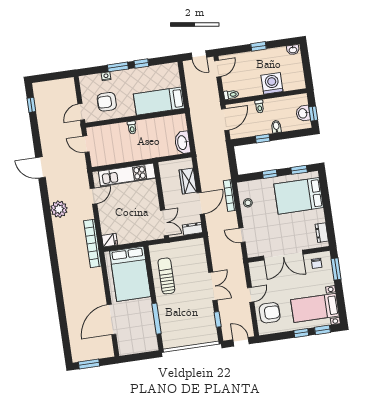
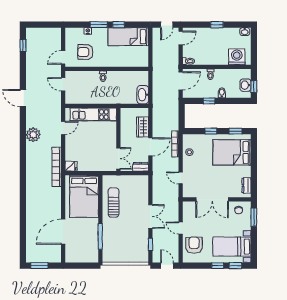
door: (199, 55) -> (167, 25), hinge flipped
washing machine: (272, 83) -> (237, 57), moved
bed: (159, 101) -> (128, 37), moved
door: (251, 295) -> (181, 228), swing flipped
armchair: (270, 313) -> (194, 245), turned -90

